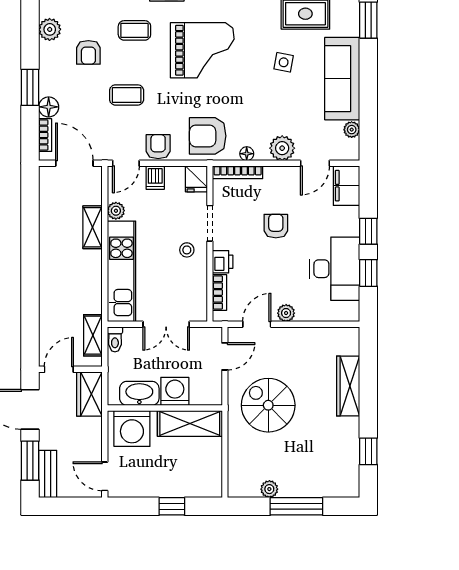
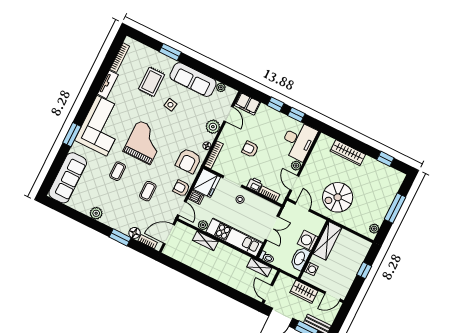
armchair: (88, 52) -> (117, 200), removed
fridge: (196, 179) -> (207, 183), width x1.88, depth x1.34
desk: (335, 269) -> (298, 141), moved, turned 90
wardrobe: (89, 394) -> (304, 292), moved
washing machine: (132, 428) -> (311, 269), width x0.53, depth x0.53
plant: (269, 489) -> (374, 229), moved

